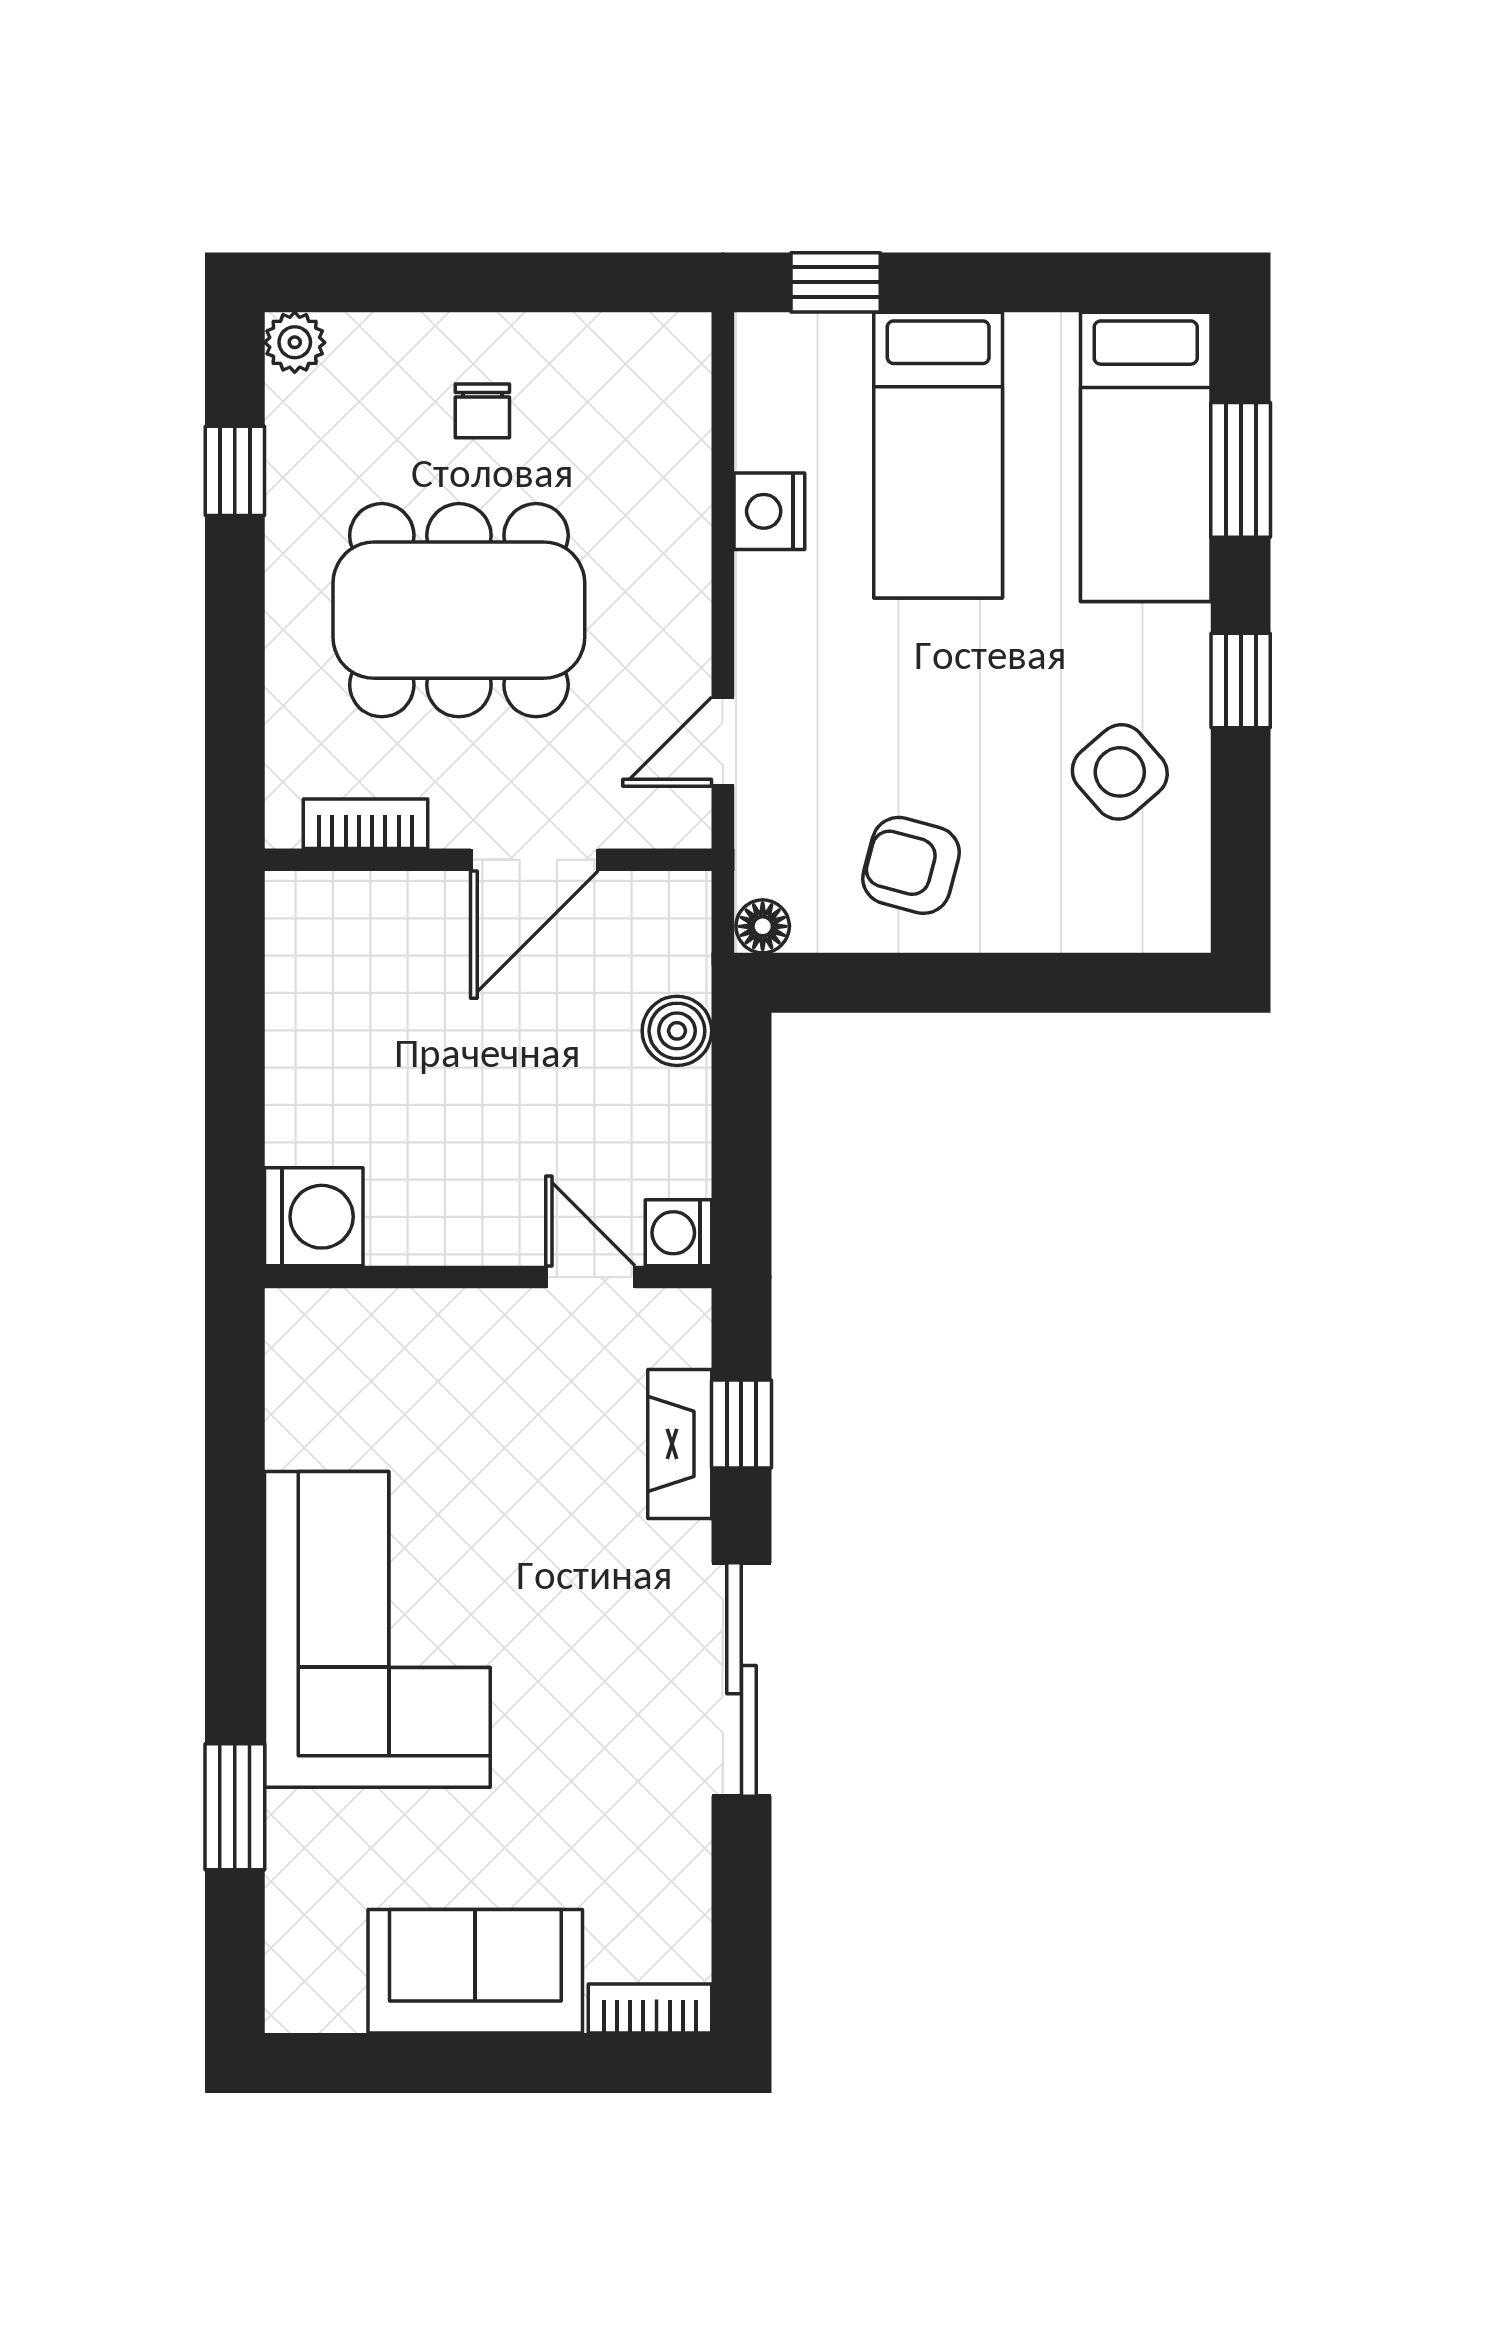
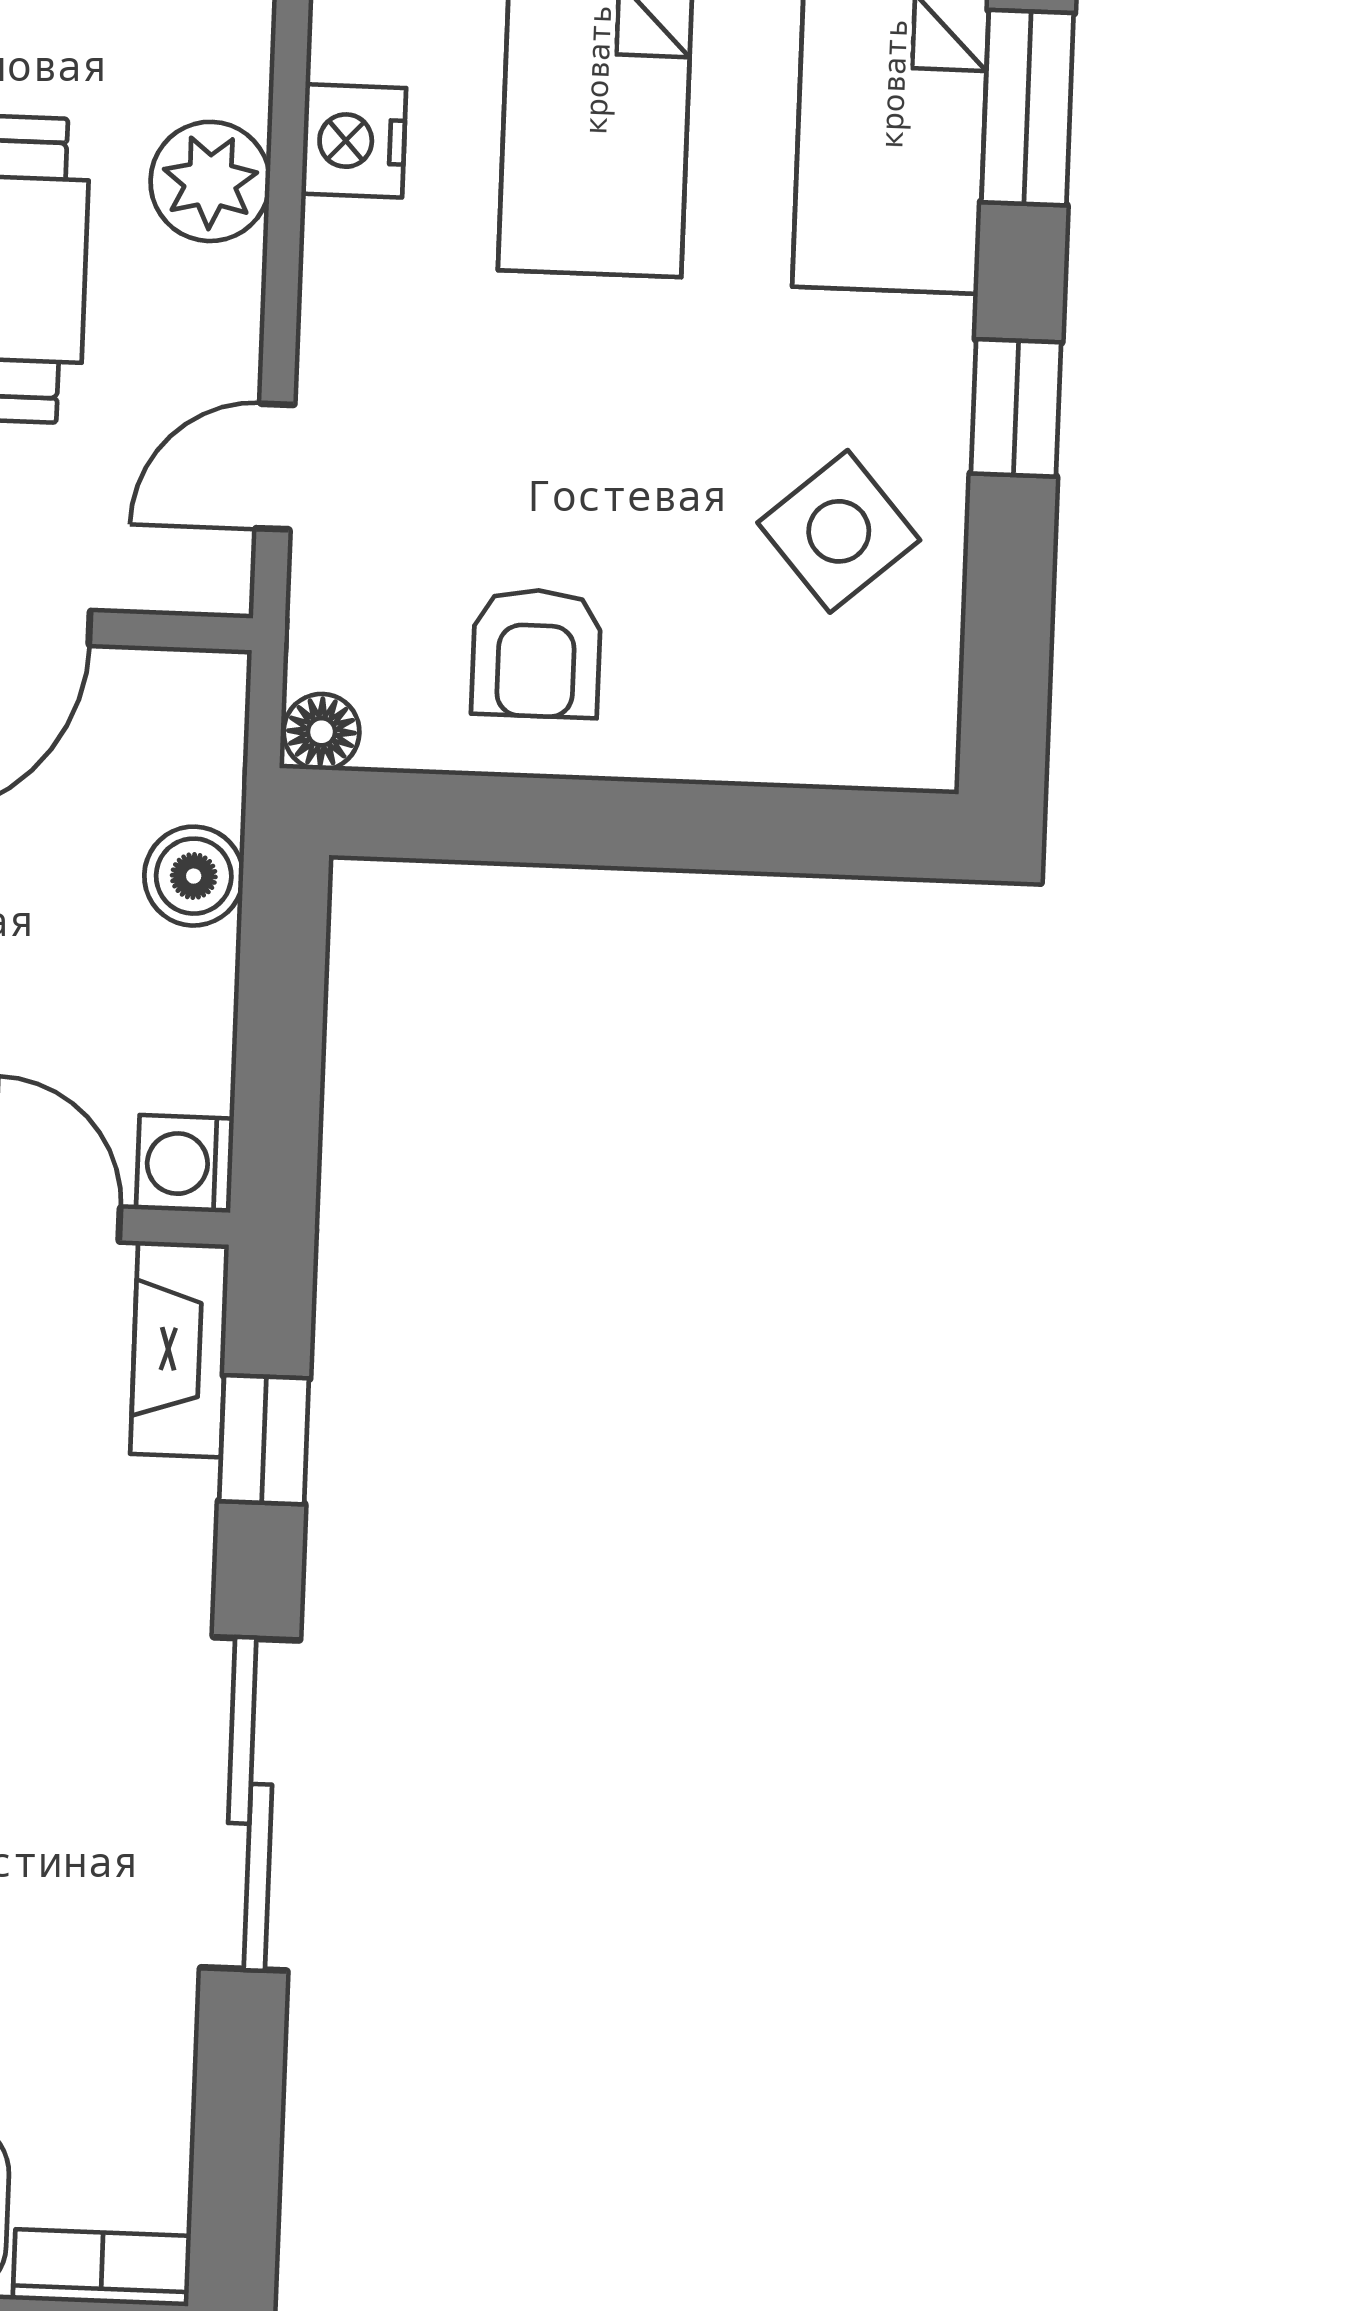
plant: (670, 544) -> (210, 181), added
armchair: (911, 865) -> (536, 653), turned -105
fireplace: (680, 1444) -> (180, 1349), moved

